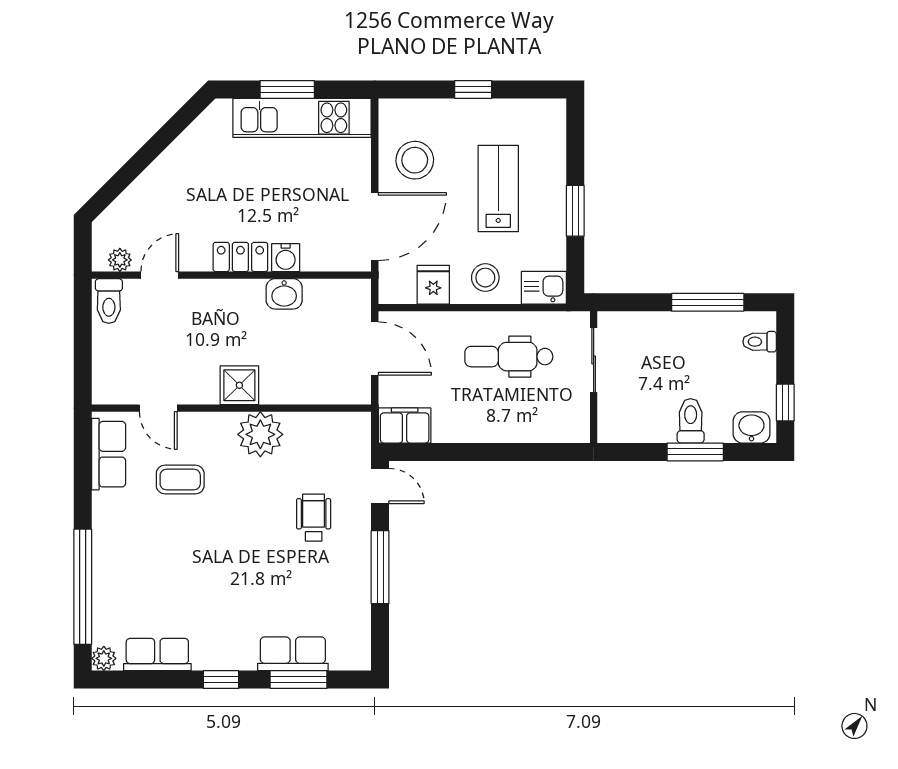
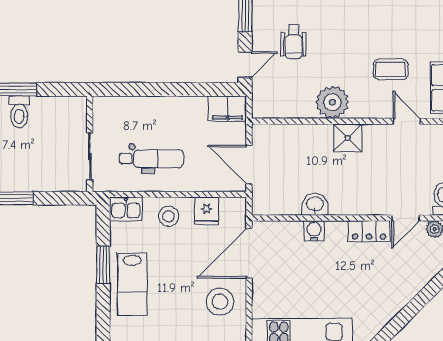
lab bench: (498, 189) -> (132, 284), moved
locker: (240, 257) -> (369, 231), moved
door: (380, 486) -> (245, 65), swing flipped

